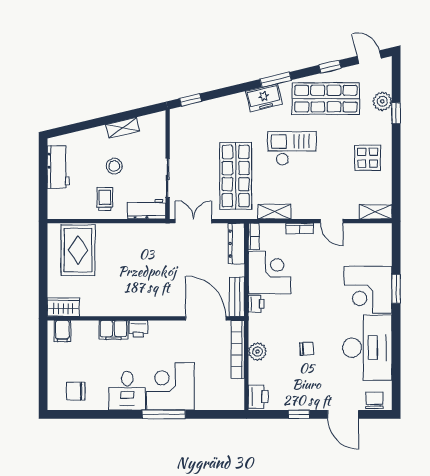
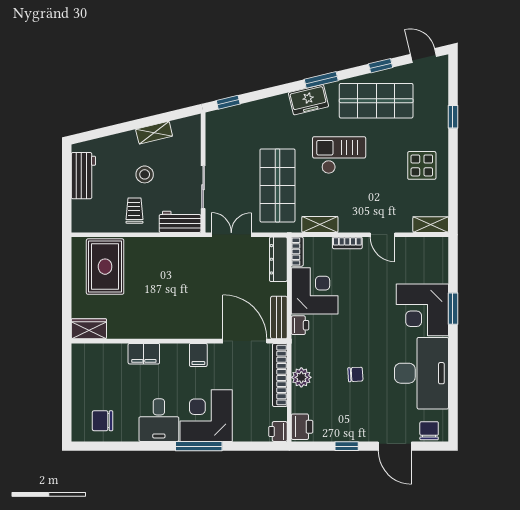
plant: (382, 101) -> (438, 104), removed
printer: (138, 329) -> (278, 432), moved, turned 90
filing cabinet: (62, 331) -> (198, 355), moved

